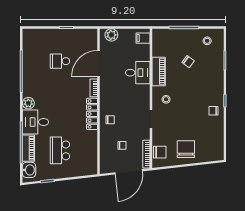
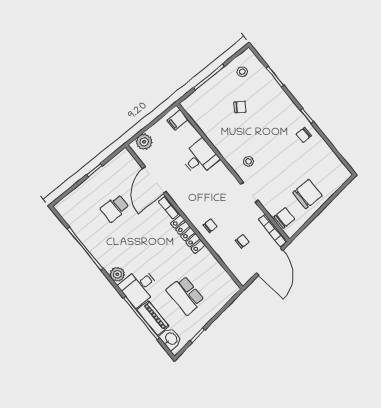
piano: (159, 72) -> (219, 140), removed
chair: (186, 149) -> (307, 194), turned 90

